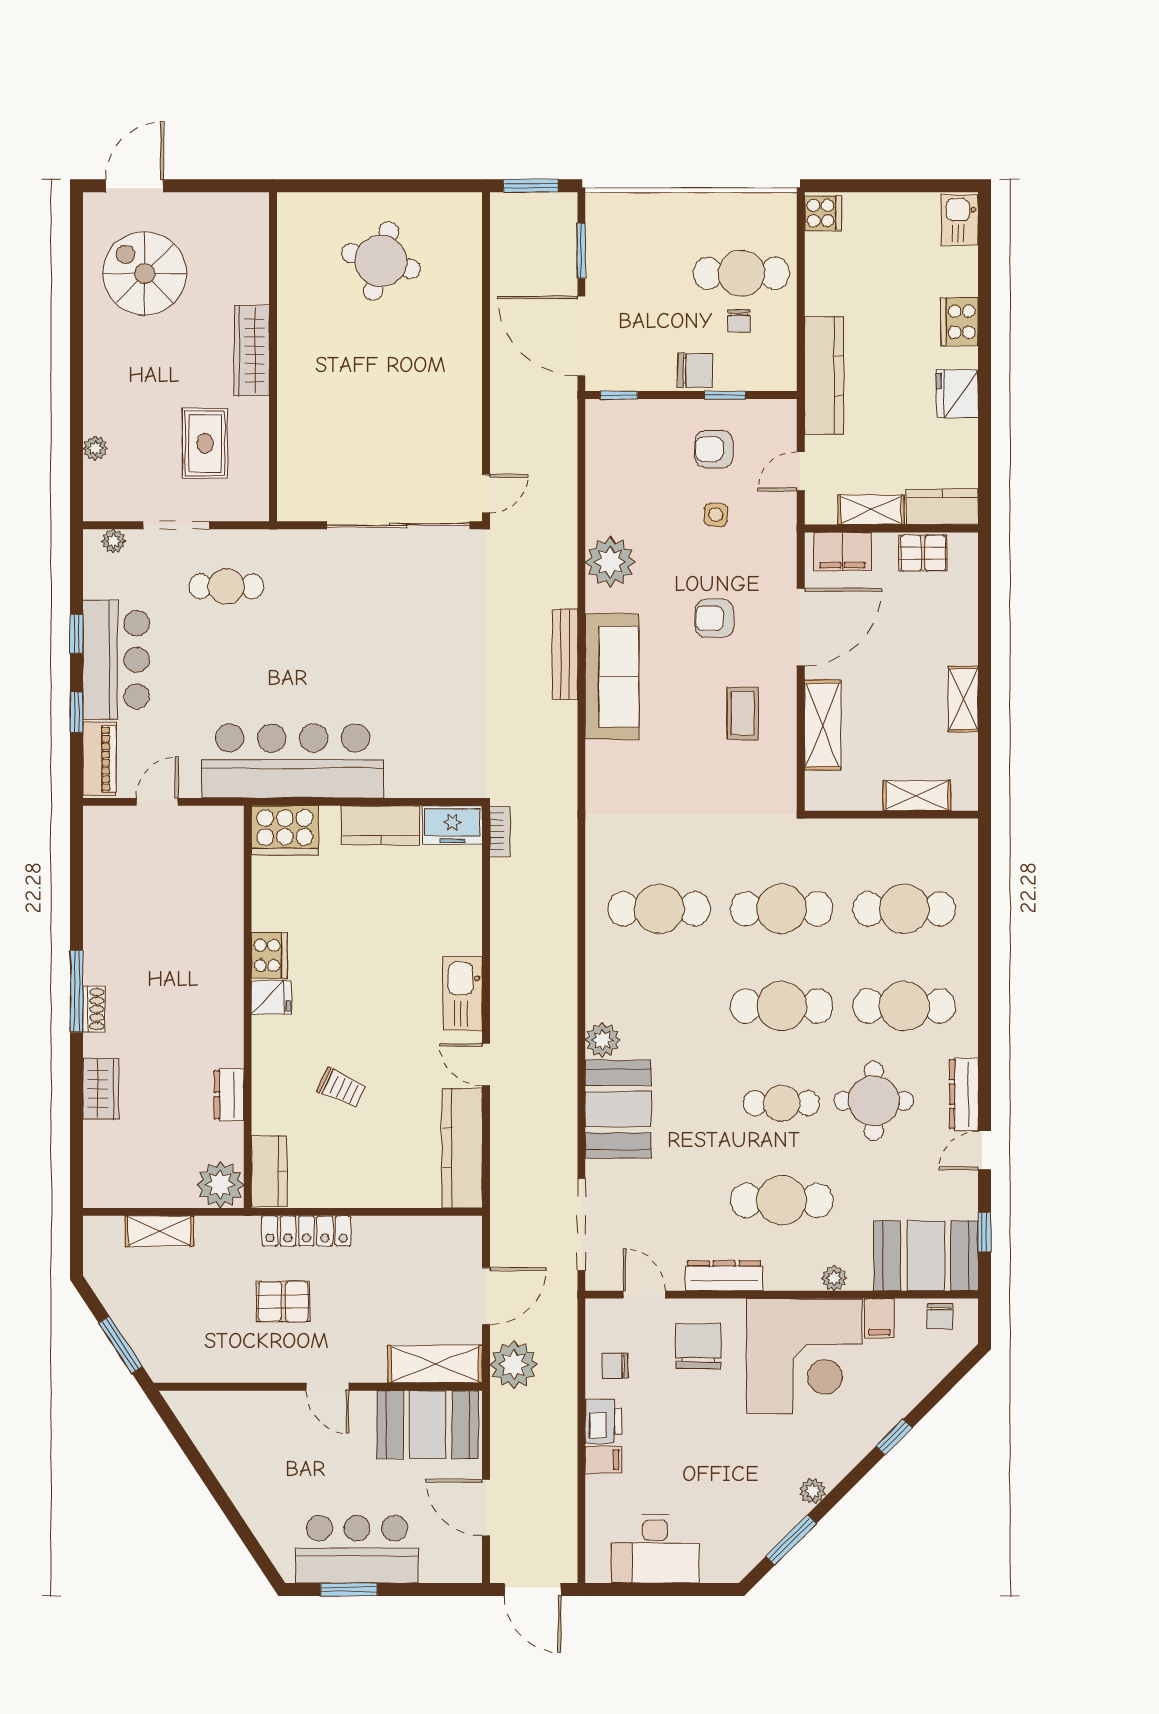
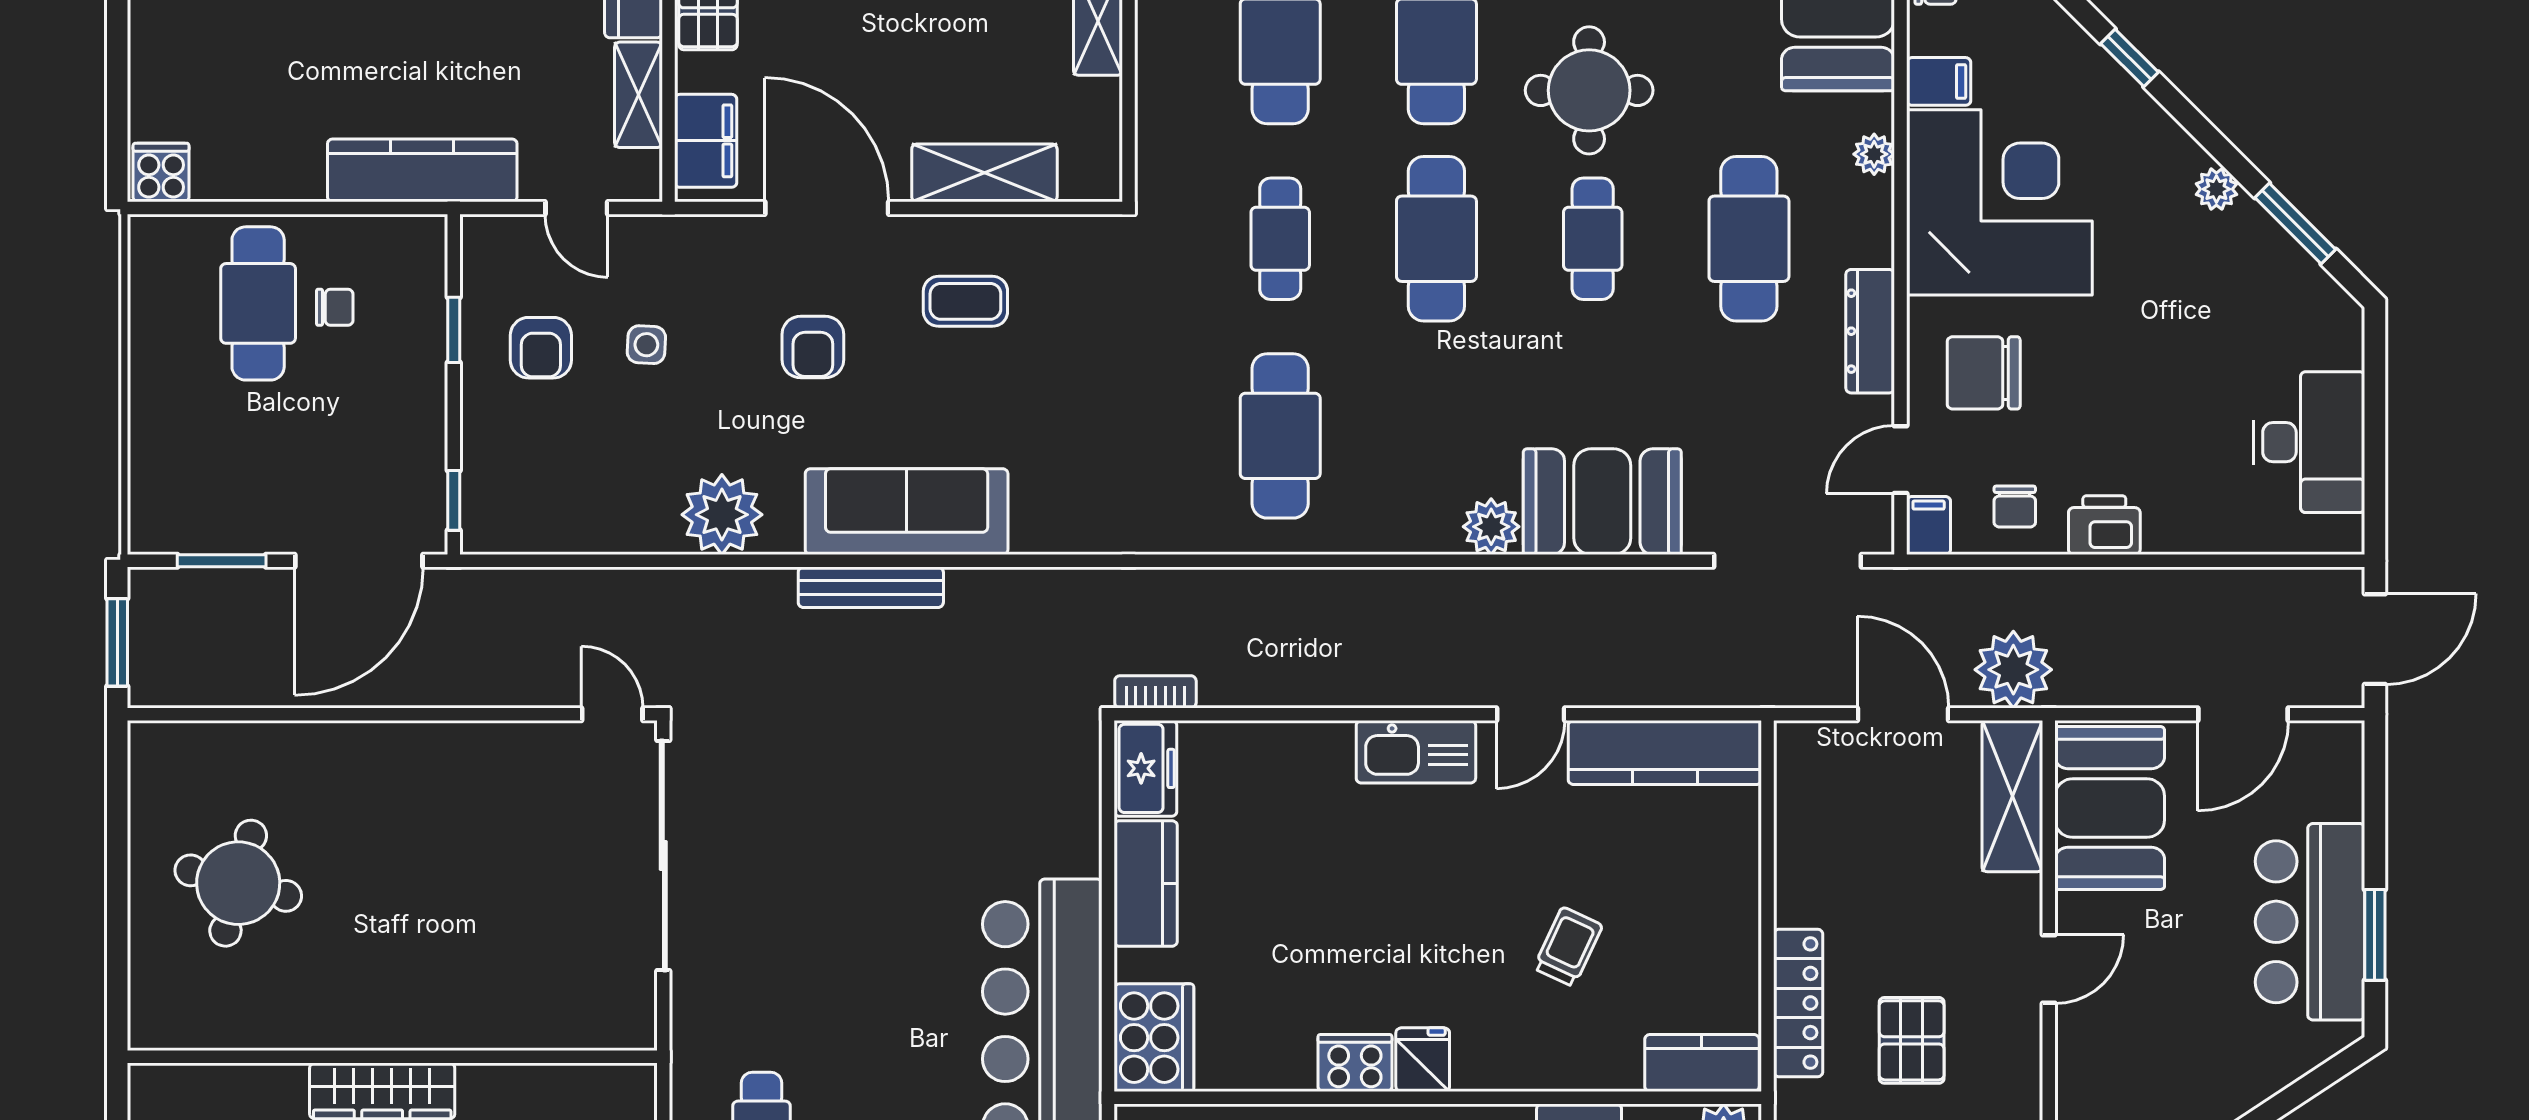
chair: (695, 370) -> (414, 378), removed
cafe table: (782, 909) -> (1280, 239), width x0.73, depth x0.74
filing cabinet: (603, 1460) -> (1929, 525), moved

